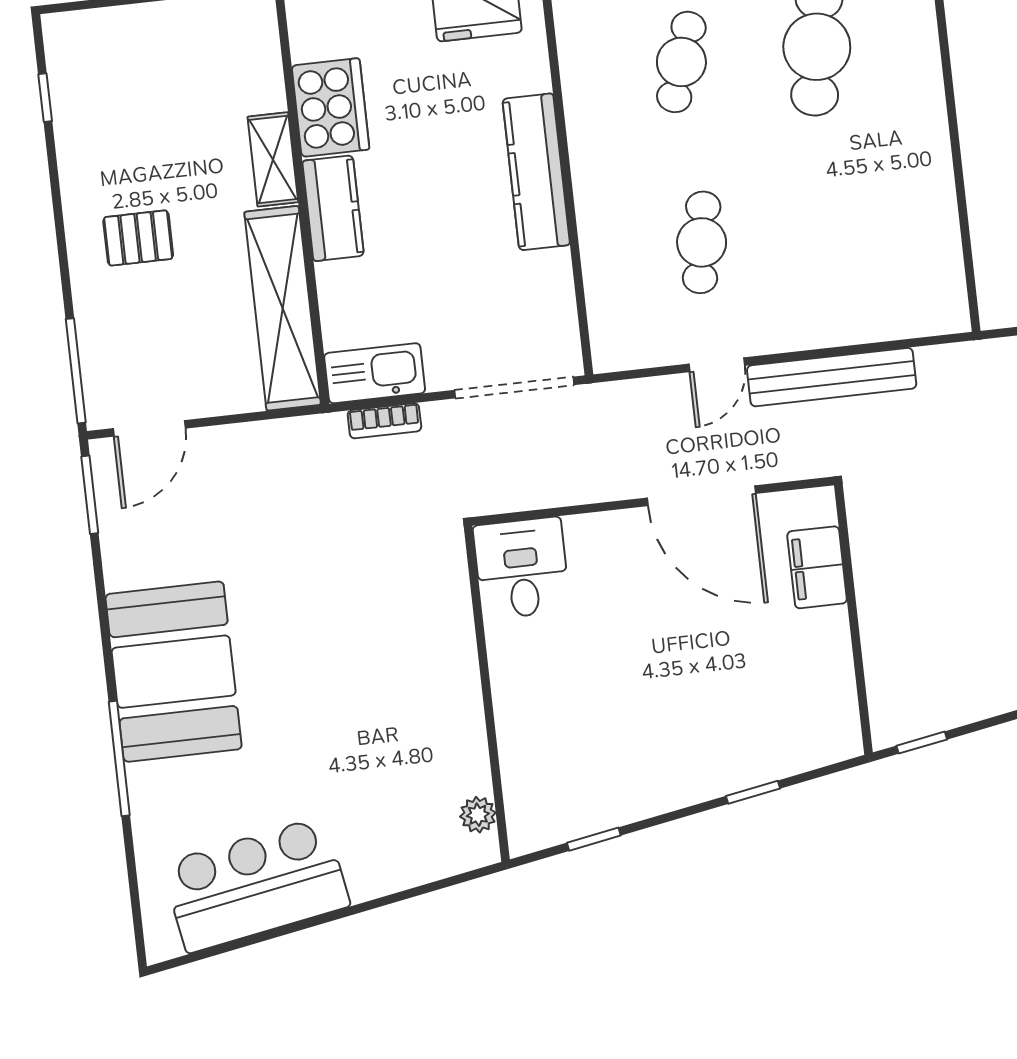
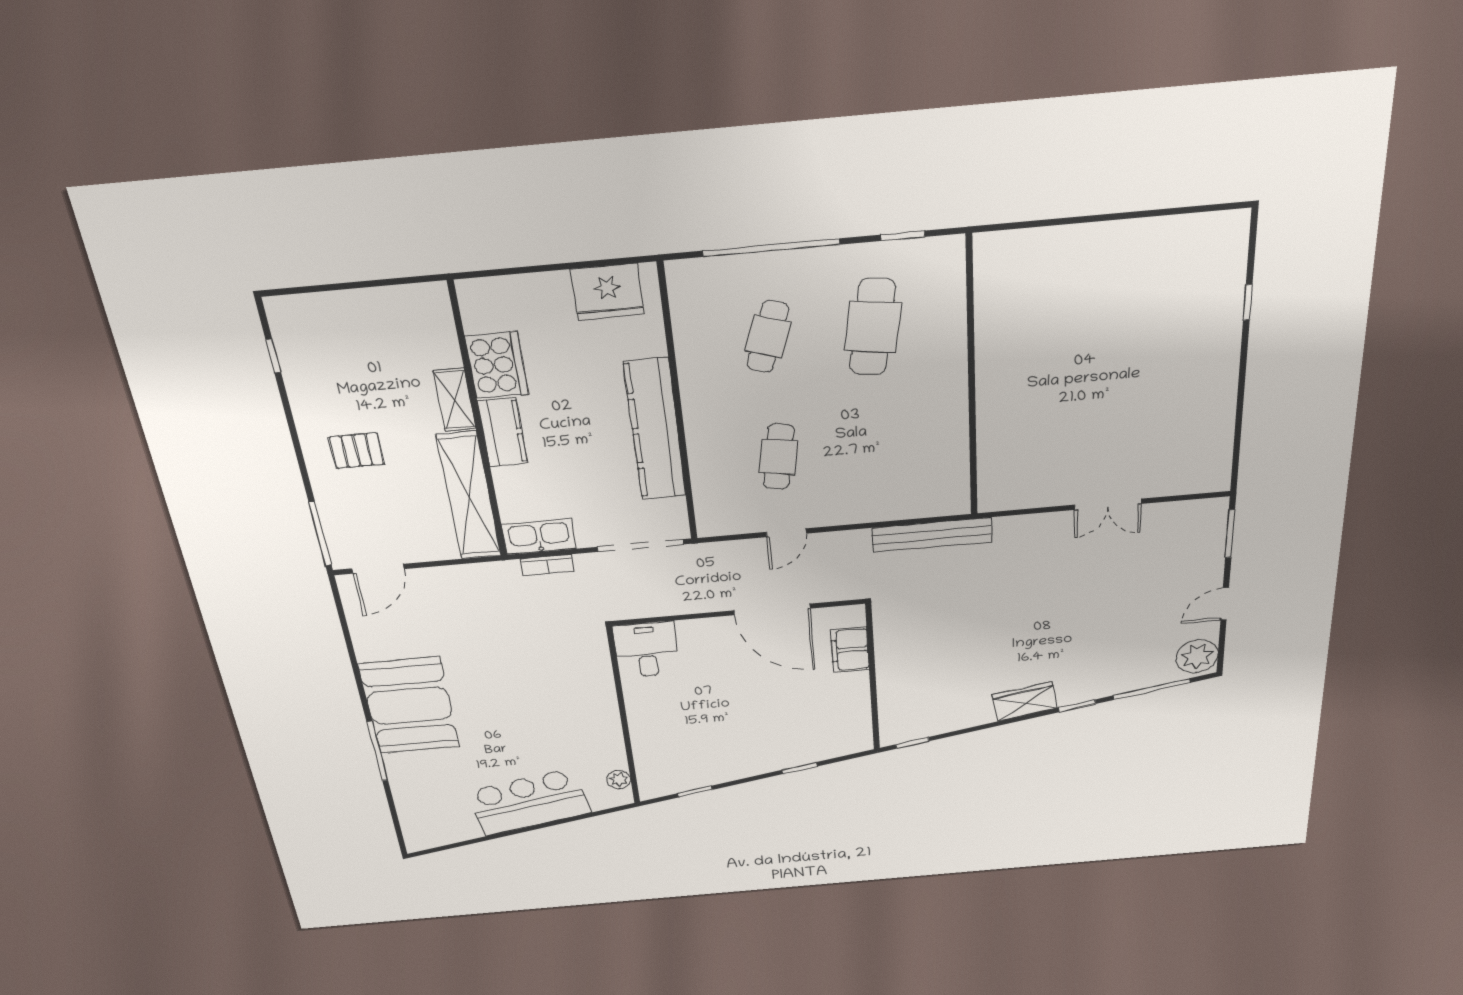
kitchen counter: (536, 172) -> (655, 430), width x1.39, depth x1.17
bench: (832, 377) -> (932, 535), moved
window: (90, 495) -> (340, 607), removed
bar counter: (256, 885) -> (529, 802), moved

